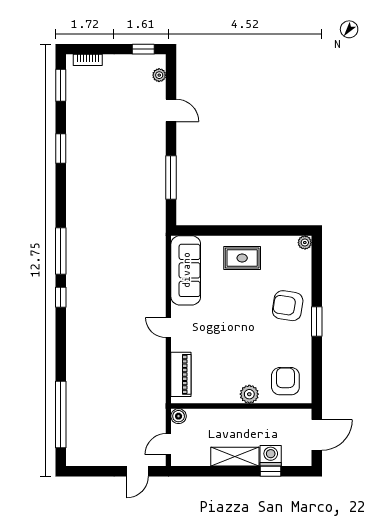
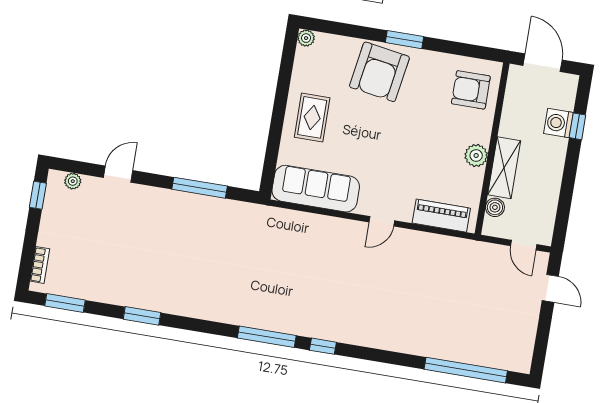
armchair: (288, 306) -> (379, 72), width x1.36, depth x1.36
plant: (249, 394) -> (476, 155), moved
boiler: (179, 416) -> (495, 207), moved
shelving: (235, 457) -> (504, 168), moved

